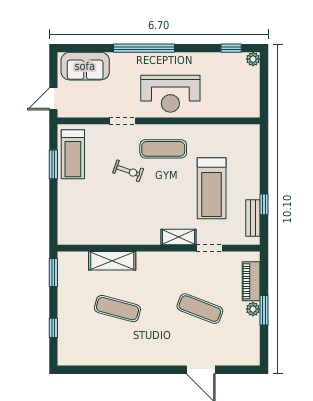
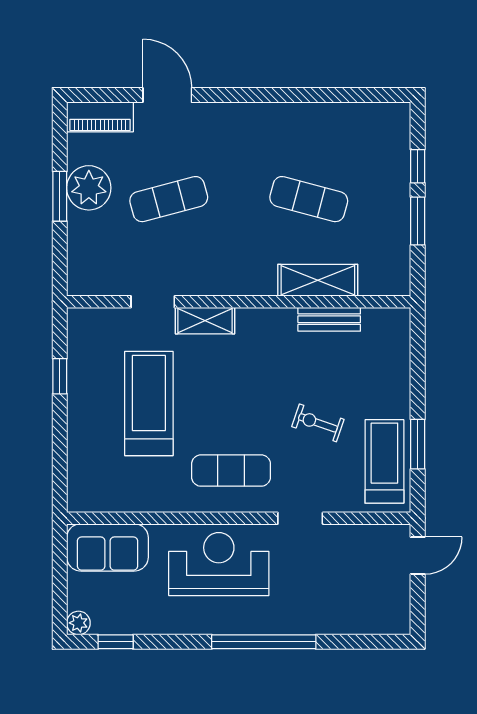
sofa: (85, 66) -> (108, 547), moved, turned 180
exercise bike: (128, 171) -> (318, 423), moved
bench: (253, 218) -> (329, 319), moved, turned 90
window: (53, 273) -> (418, 221), moved
piano: (251, 281) -> (100, 117), moved, turned 90
exercise mat: (200, 309) -> (169, 199), turned -36
plant: (253, 309) -> (89, 188), width x1.87, depth x1.87

